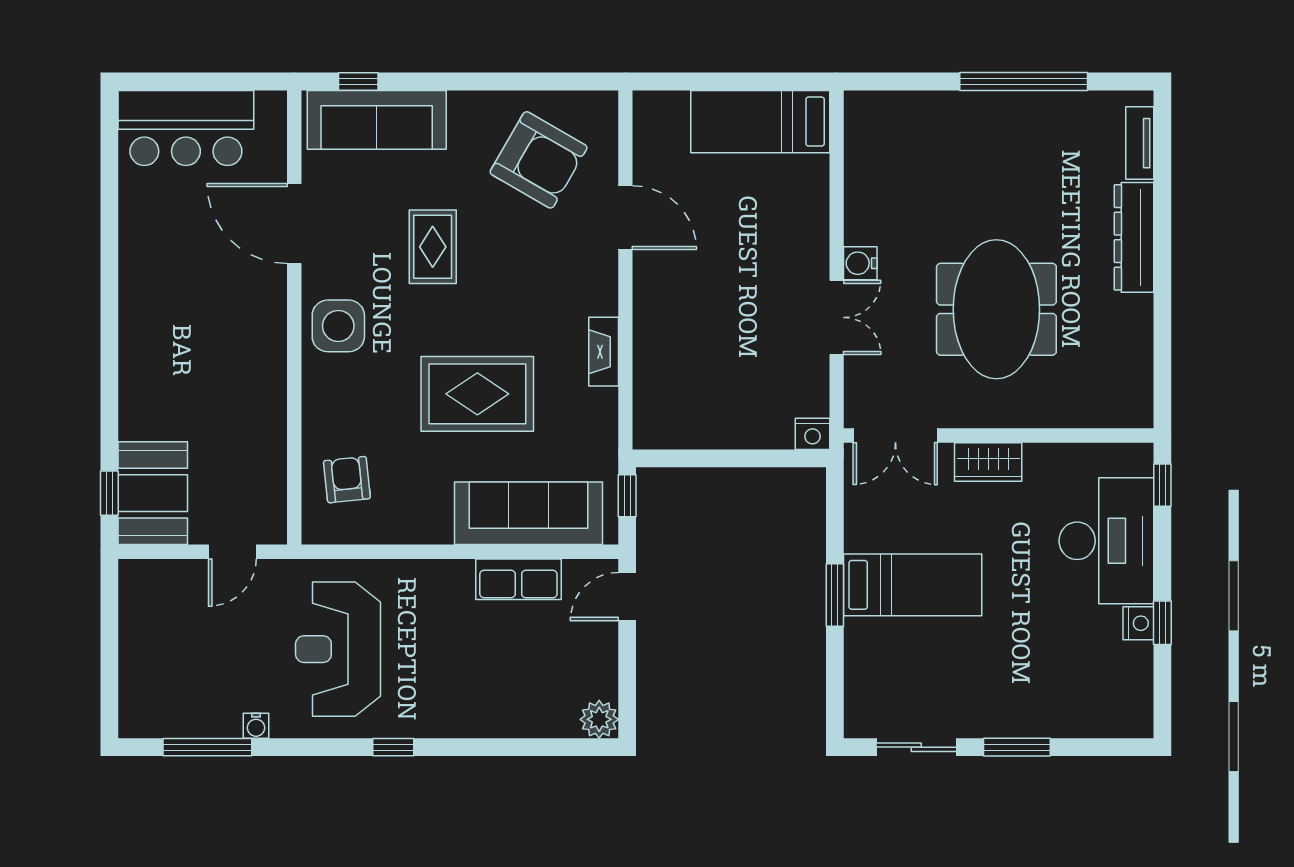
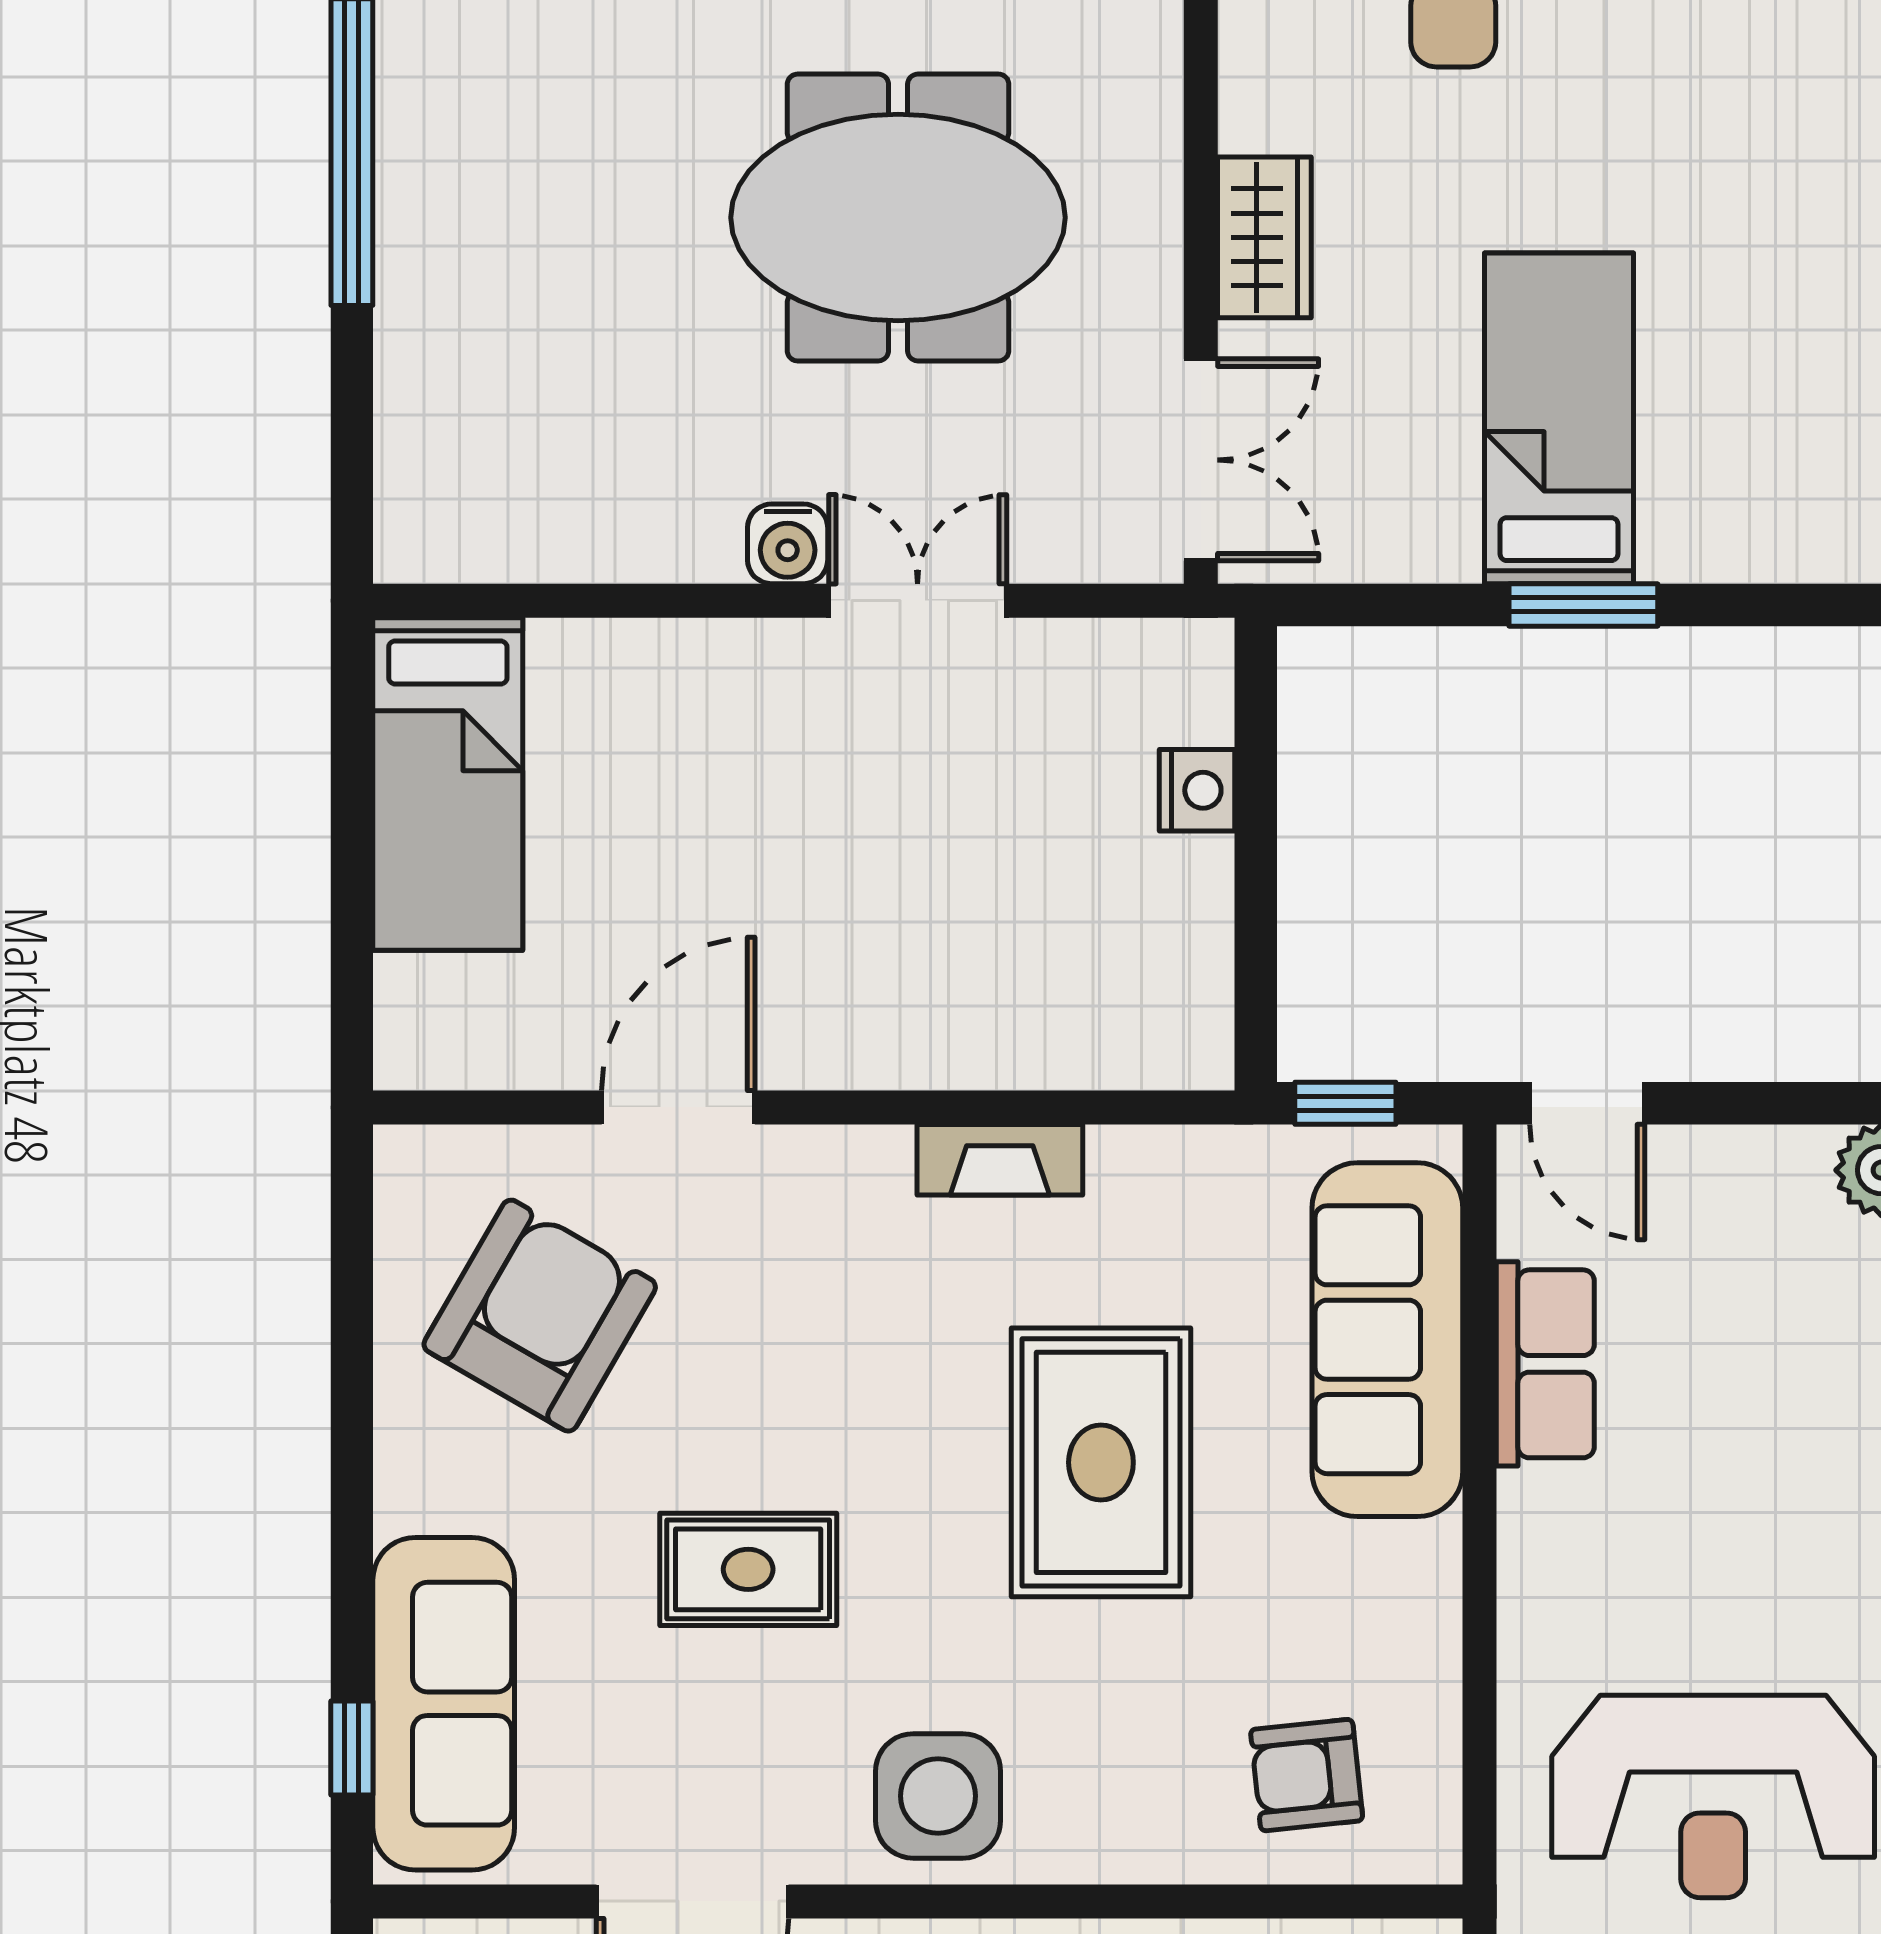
nightstand: (813, 434) -> (1197, 790), moved

